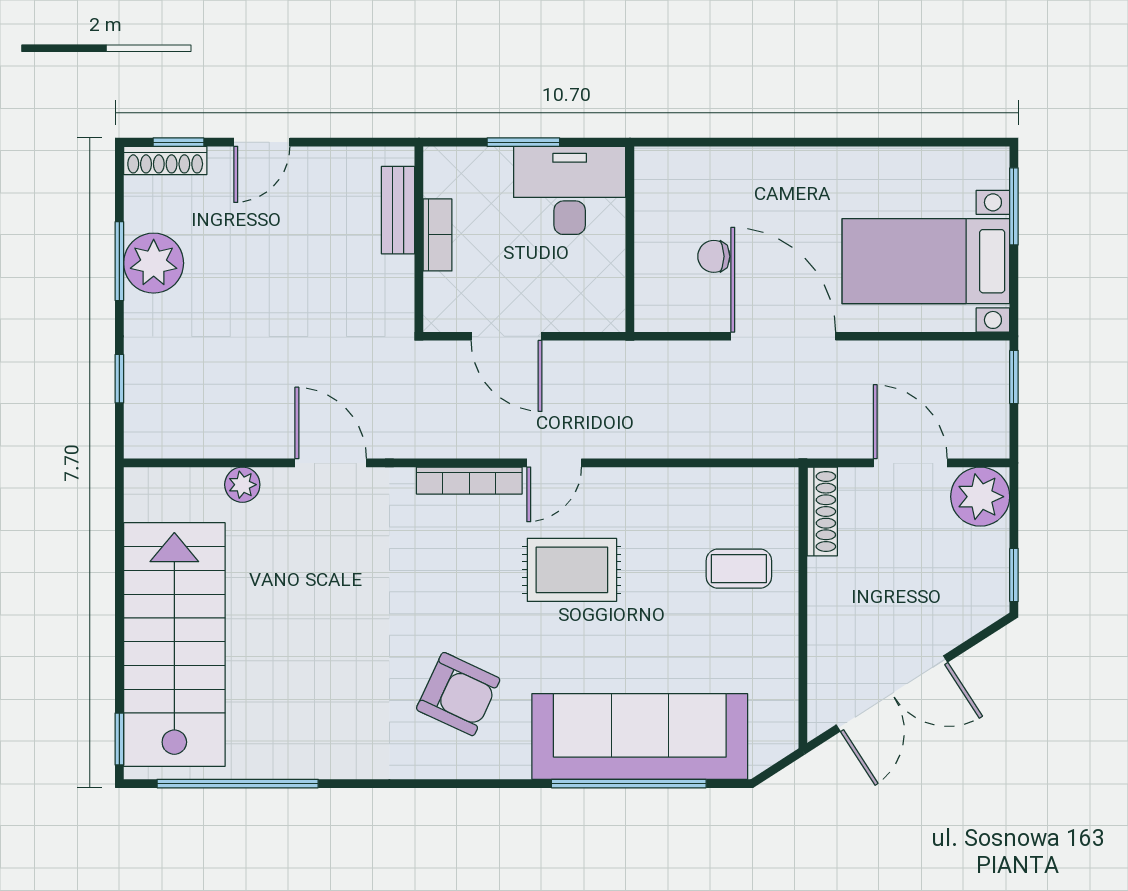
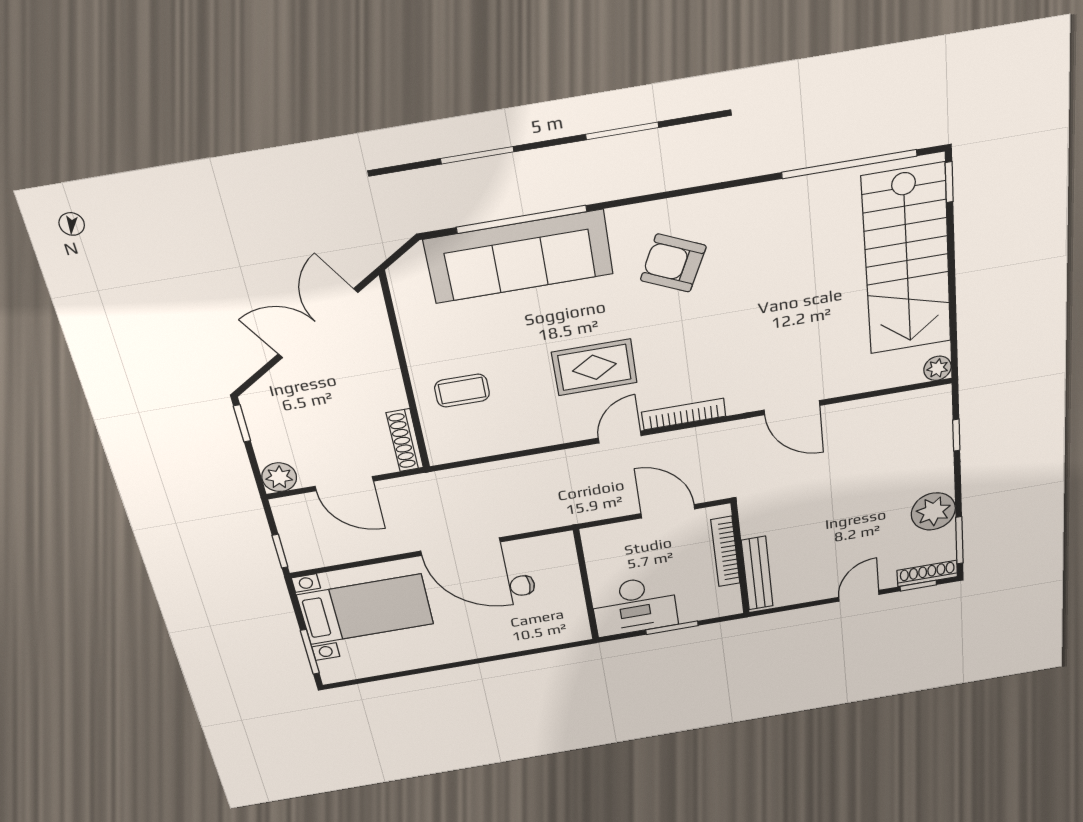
bench: (398, 210) -> (757, 573), width x1.36
bookcase: (438, 235) -> (725, 552), width x1.56
chair: (714, 256) -> (522, 586), turned 180
window: (119, 261) -> (959, 540), moved
plant: (242, 485) -> (937, 368), moved
plant: (980, 497) -> (279, 477), width x0.73, depth x0.73

